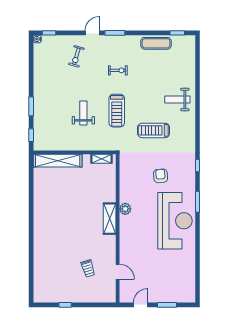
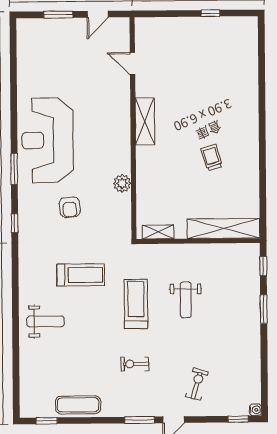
plant: (125, 209) -> (122, 183), moved
shelving: (110, 219) -> (145, 121), moved
trolley: (88, 268) -> (212, 158), moved

